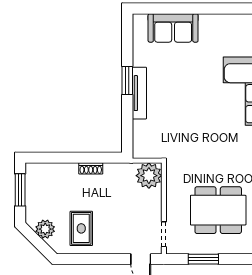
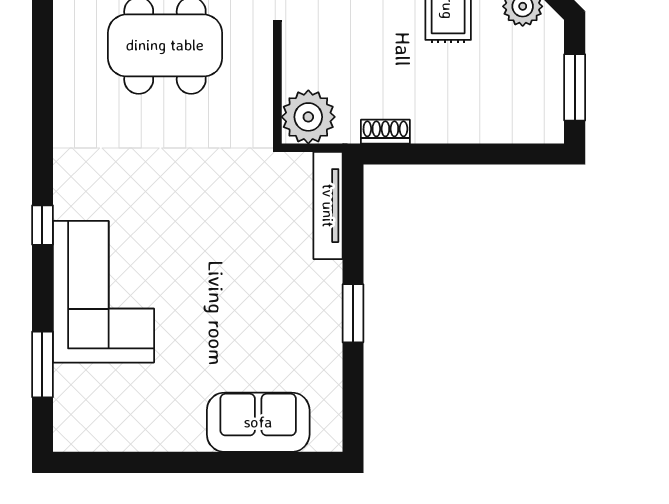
tv unit: (139, 93) -> (328, 206), moved
shoe rack: (91, 168) -> (385, 132), moved

